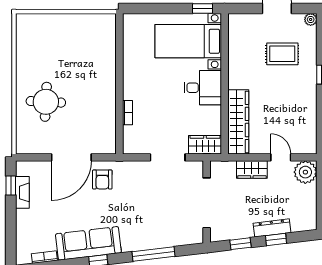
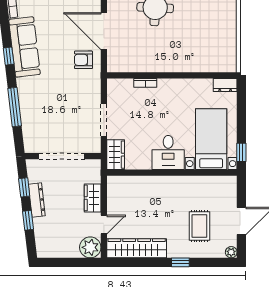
dresser: (130, 26) -> (225, 85), added
wardrobe: (238, 122) -> (137, 248), moved, turned 180
dresser: (272, 228) -> (37, 200), moved

